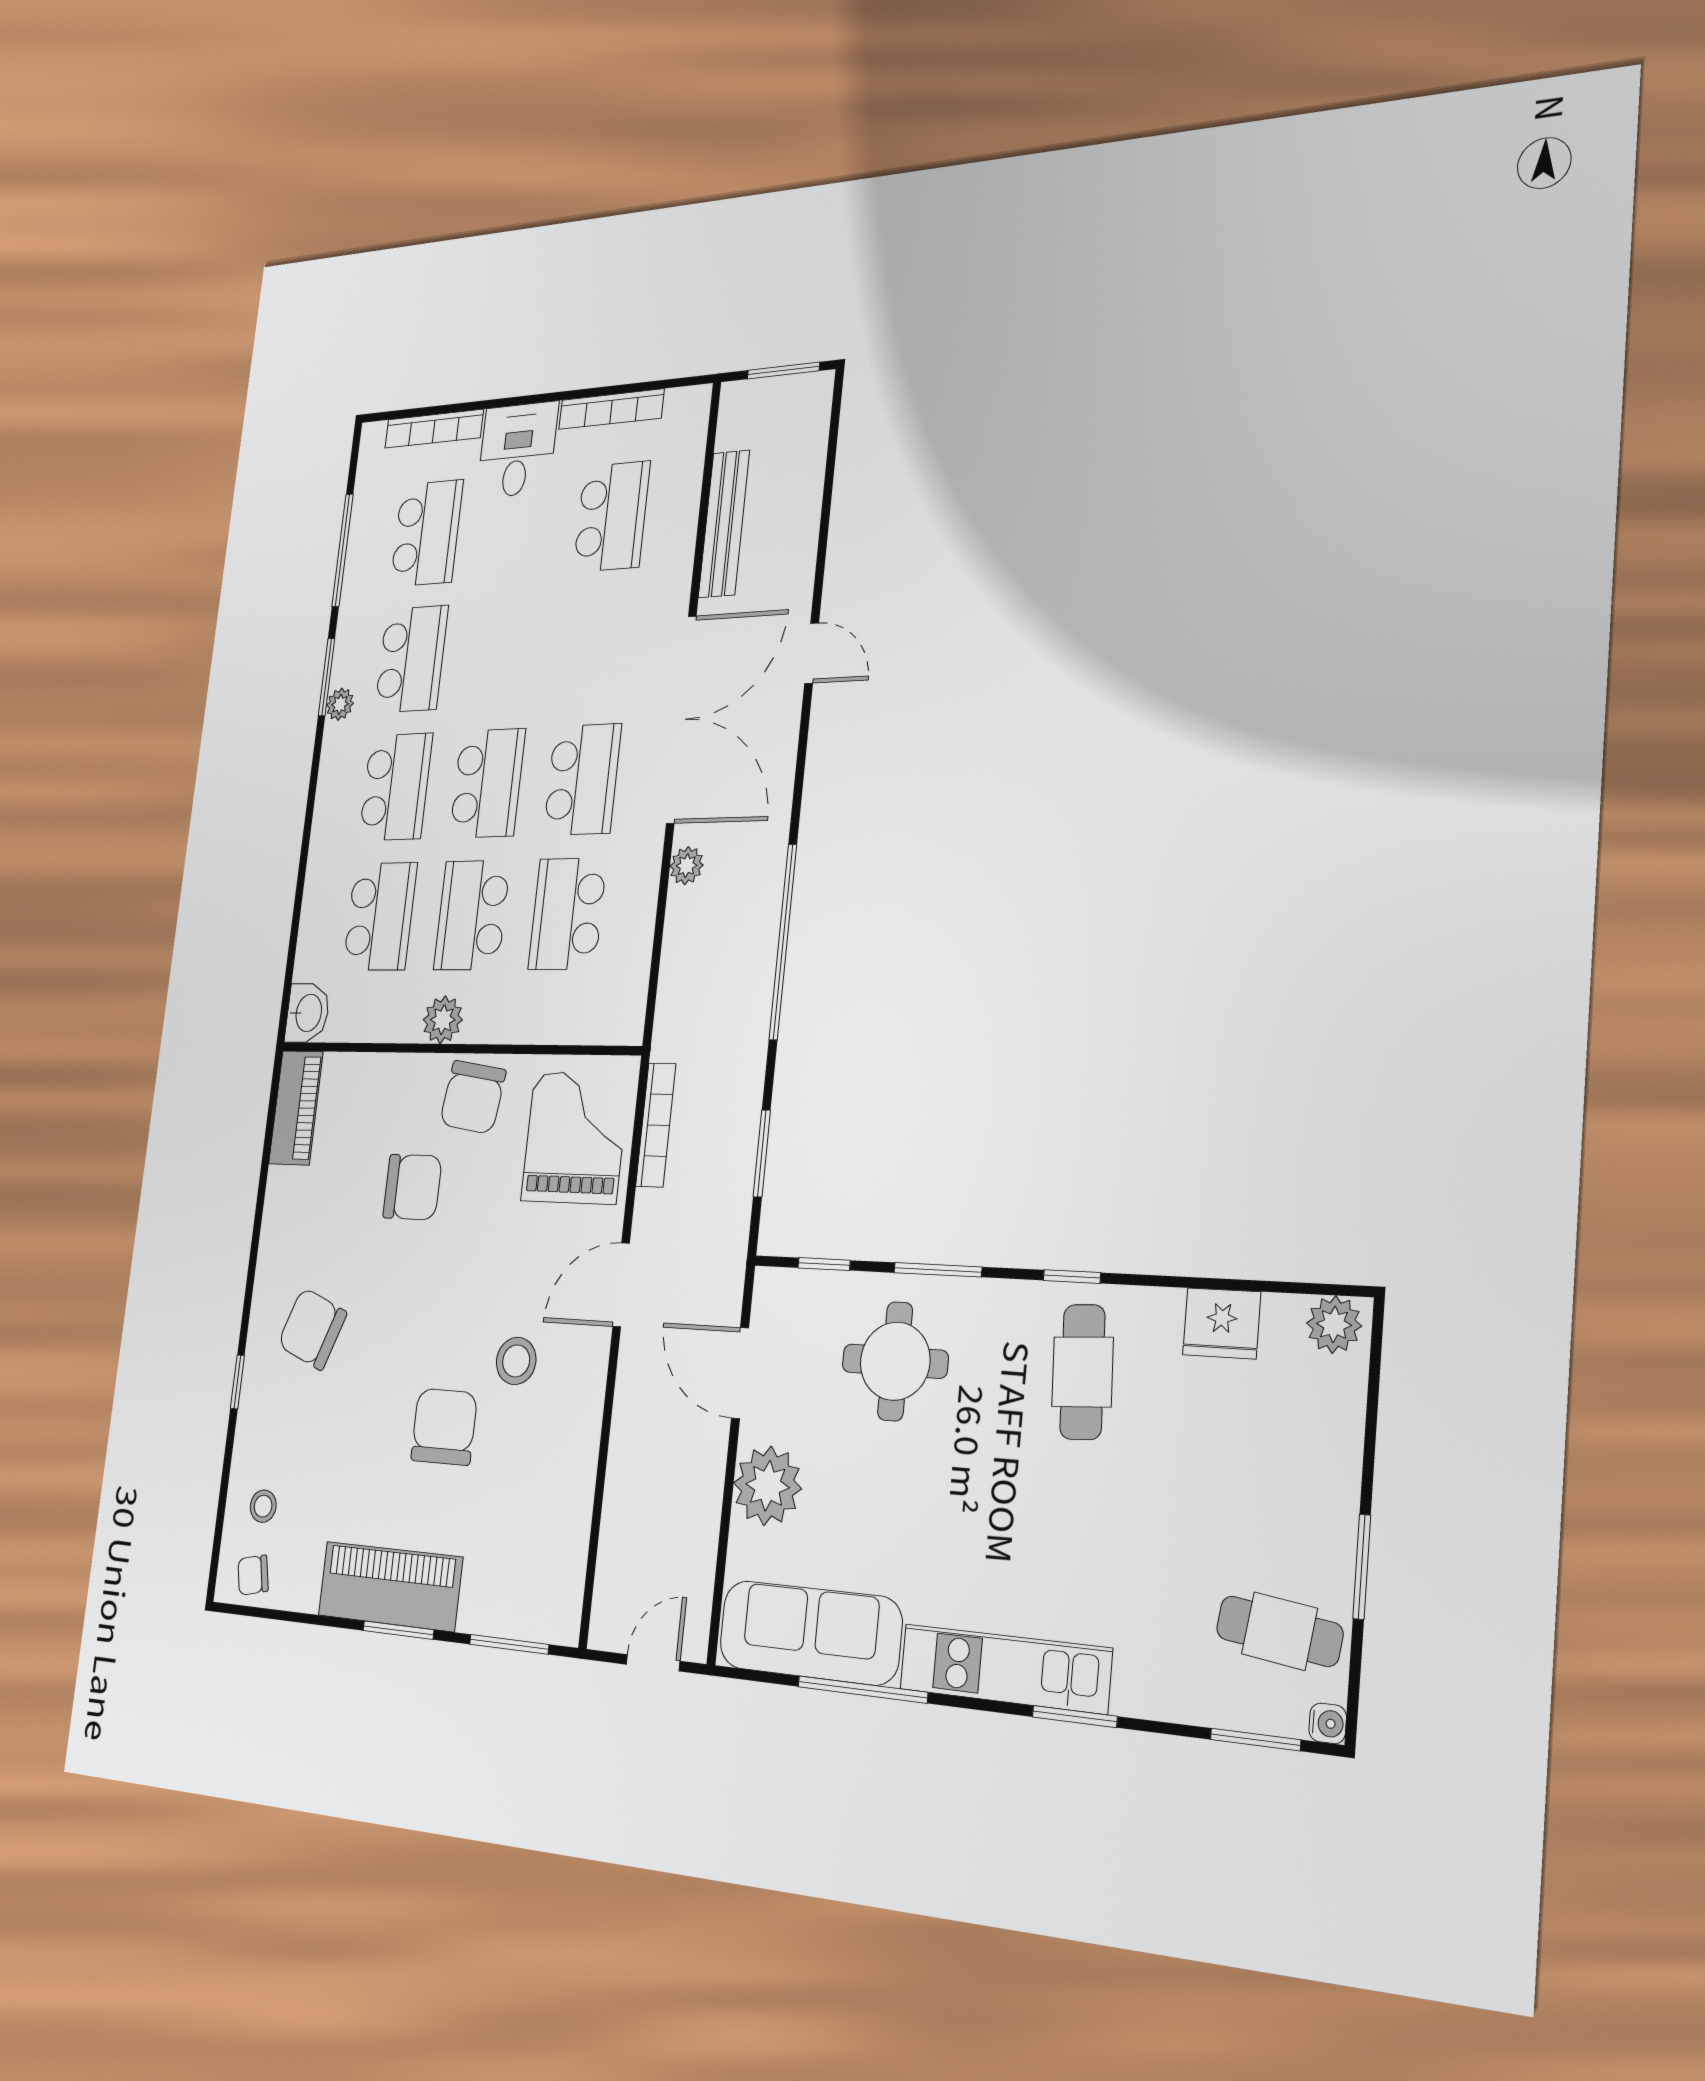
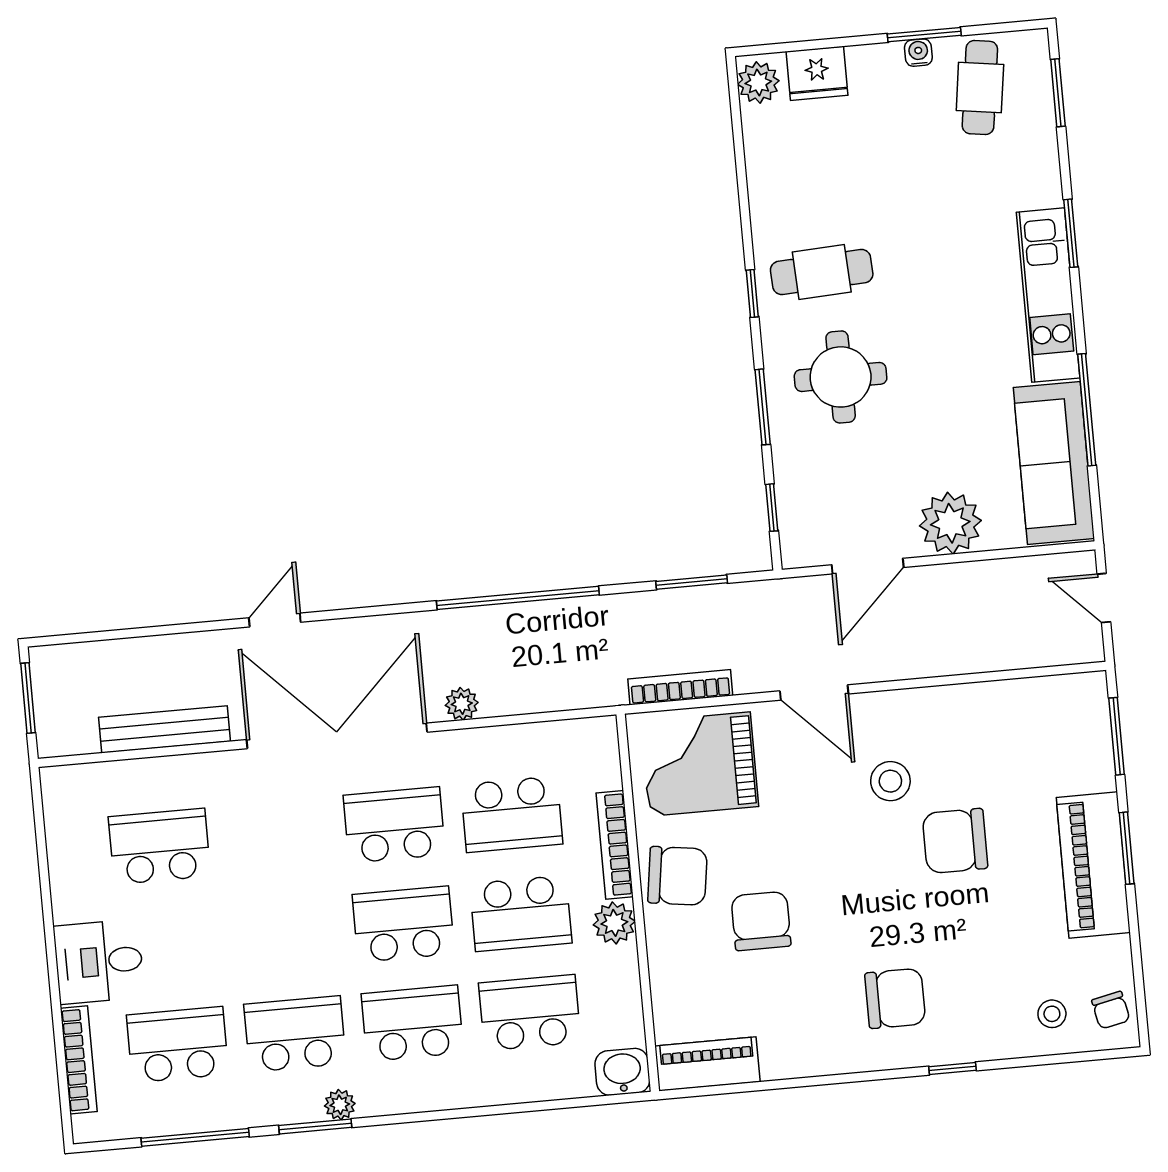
bookcase: (611, 409) -> (615, 845), moved, turned 180
fridge: (1222, 1323) -> (817, 73), moved, turned 90
chair: (312, 1329) -> (895, 998), turned -111
round table: (895, 1361) -> (841, 377), moved
water cooler: (1328, 1723) -> (918, 53), moved

